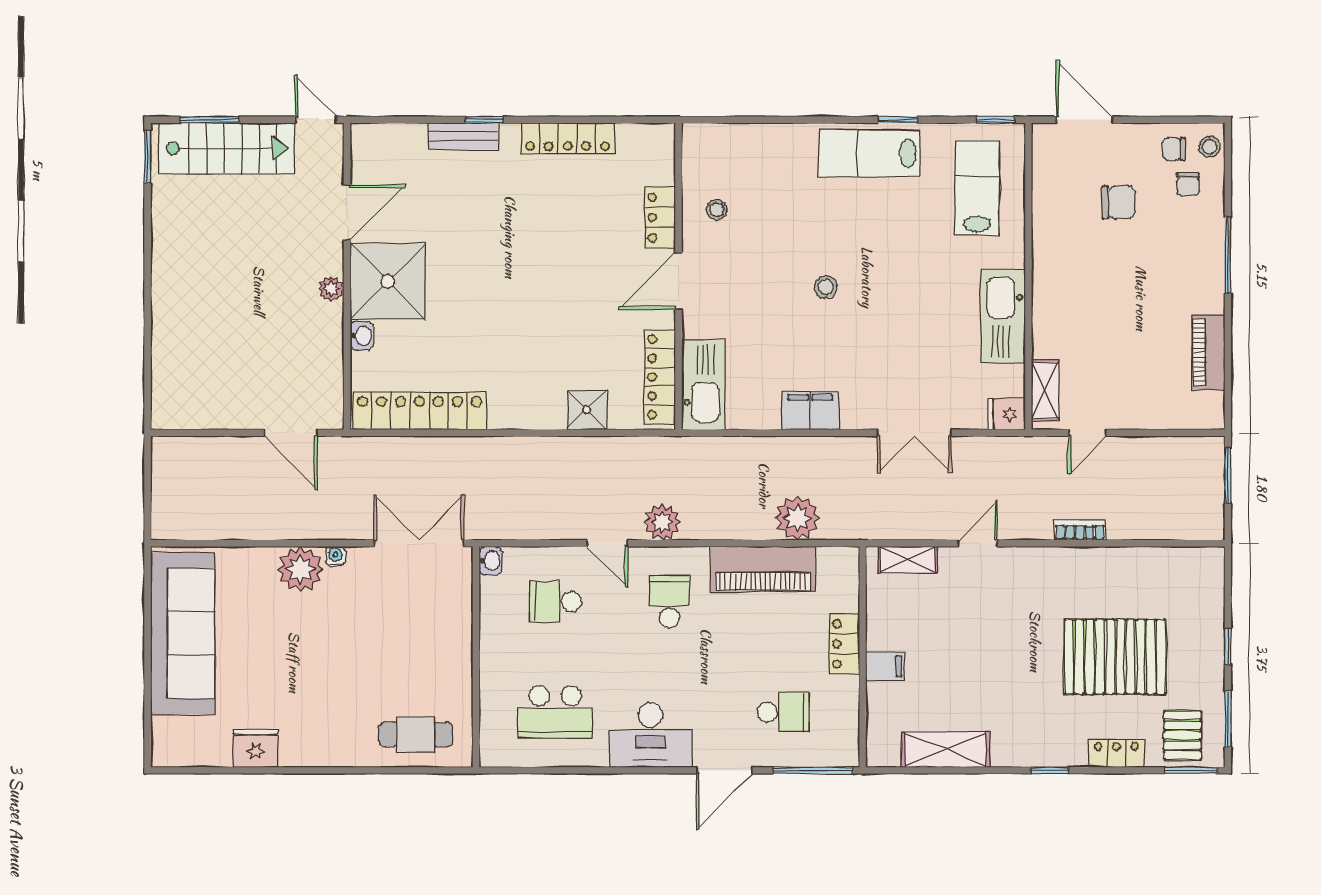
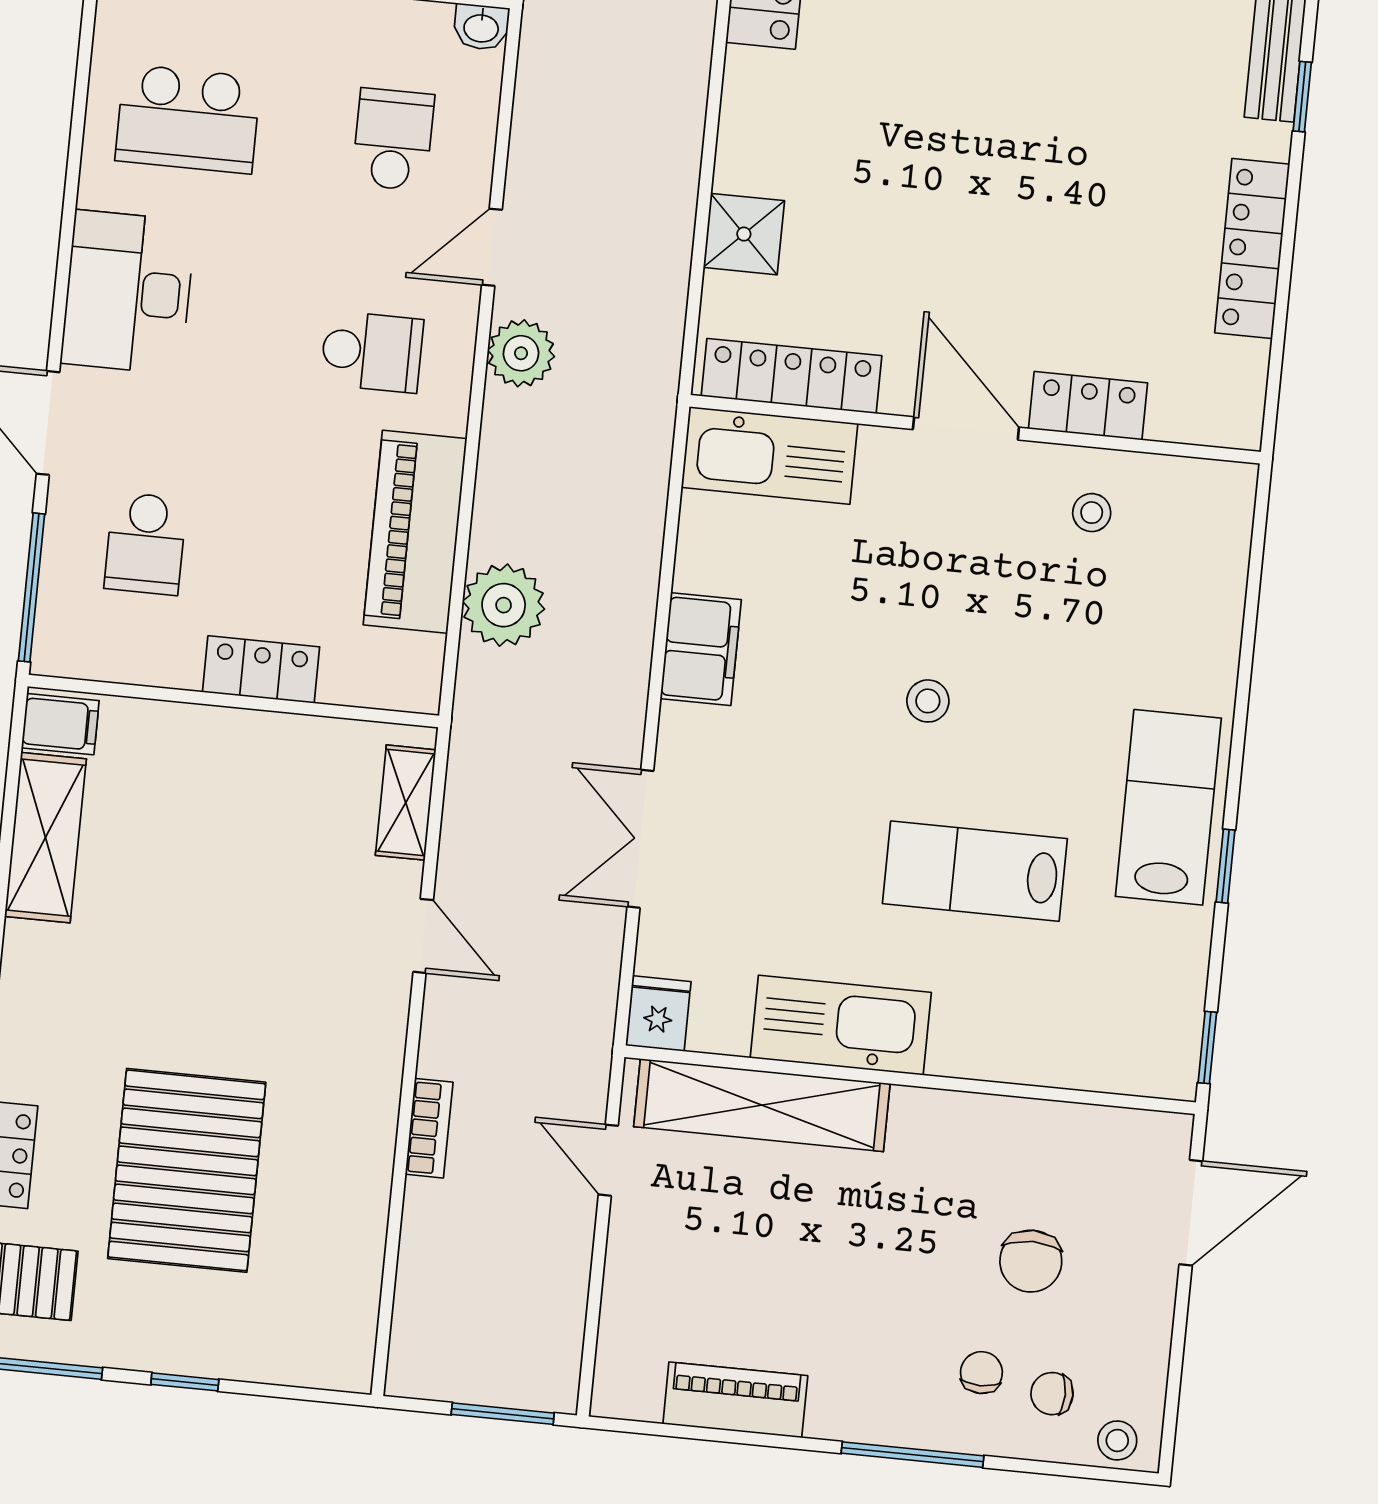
chair: (1174, 149) -> (981, 1373), moved
lab bench: (977, 188) -> (975, 871), moved, turned 180
shelving: (1045, 391) -> (762, 1105), width x2.20, depth x1.33
filing cabinet: (885, 666) -> (60, 724), moved, turned -90
school desk: (555, 712) -> (188, 119), turned -90

